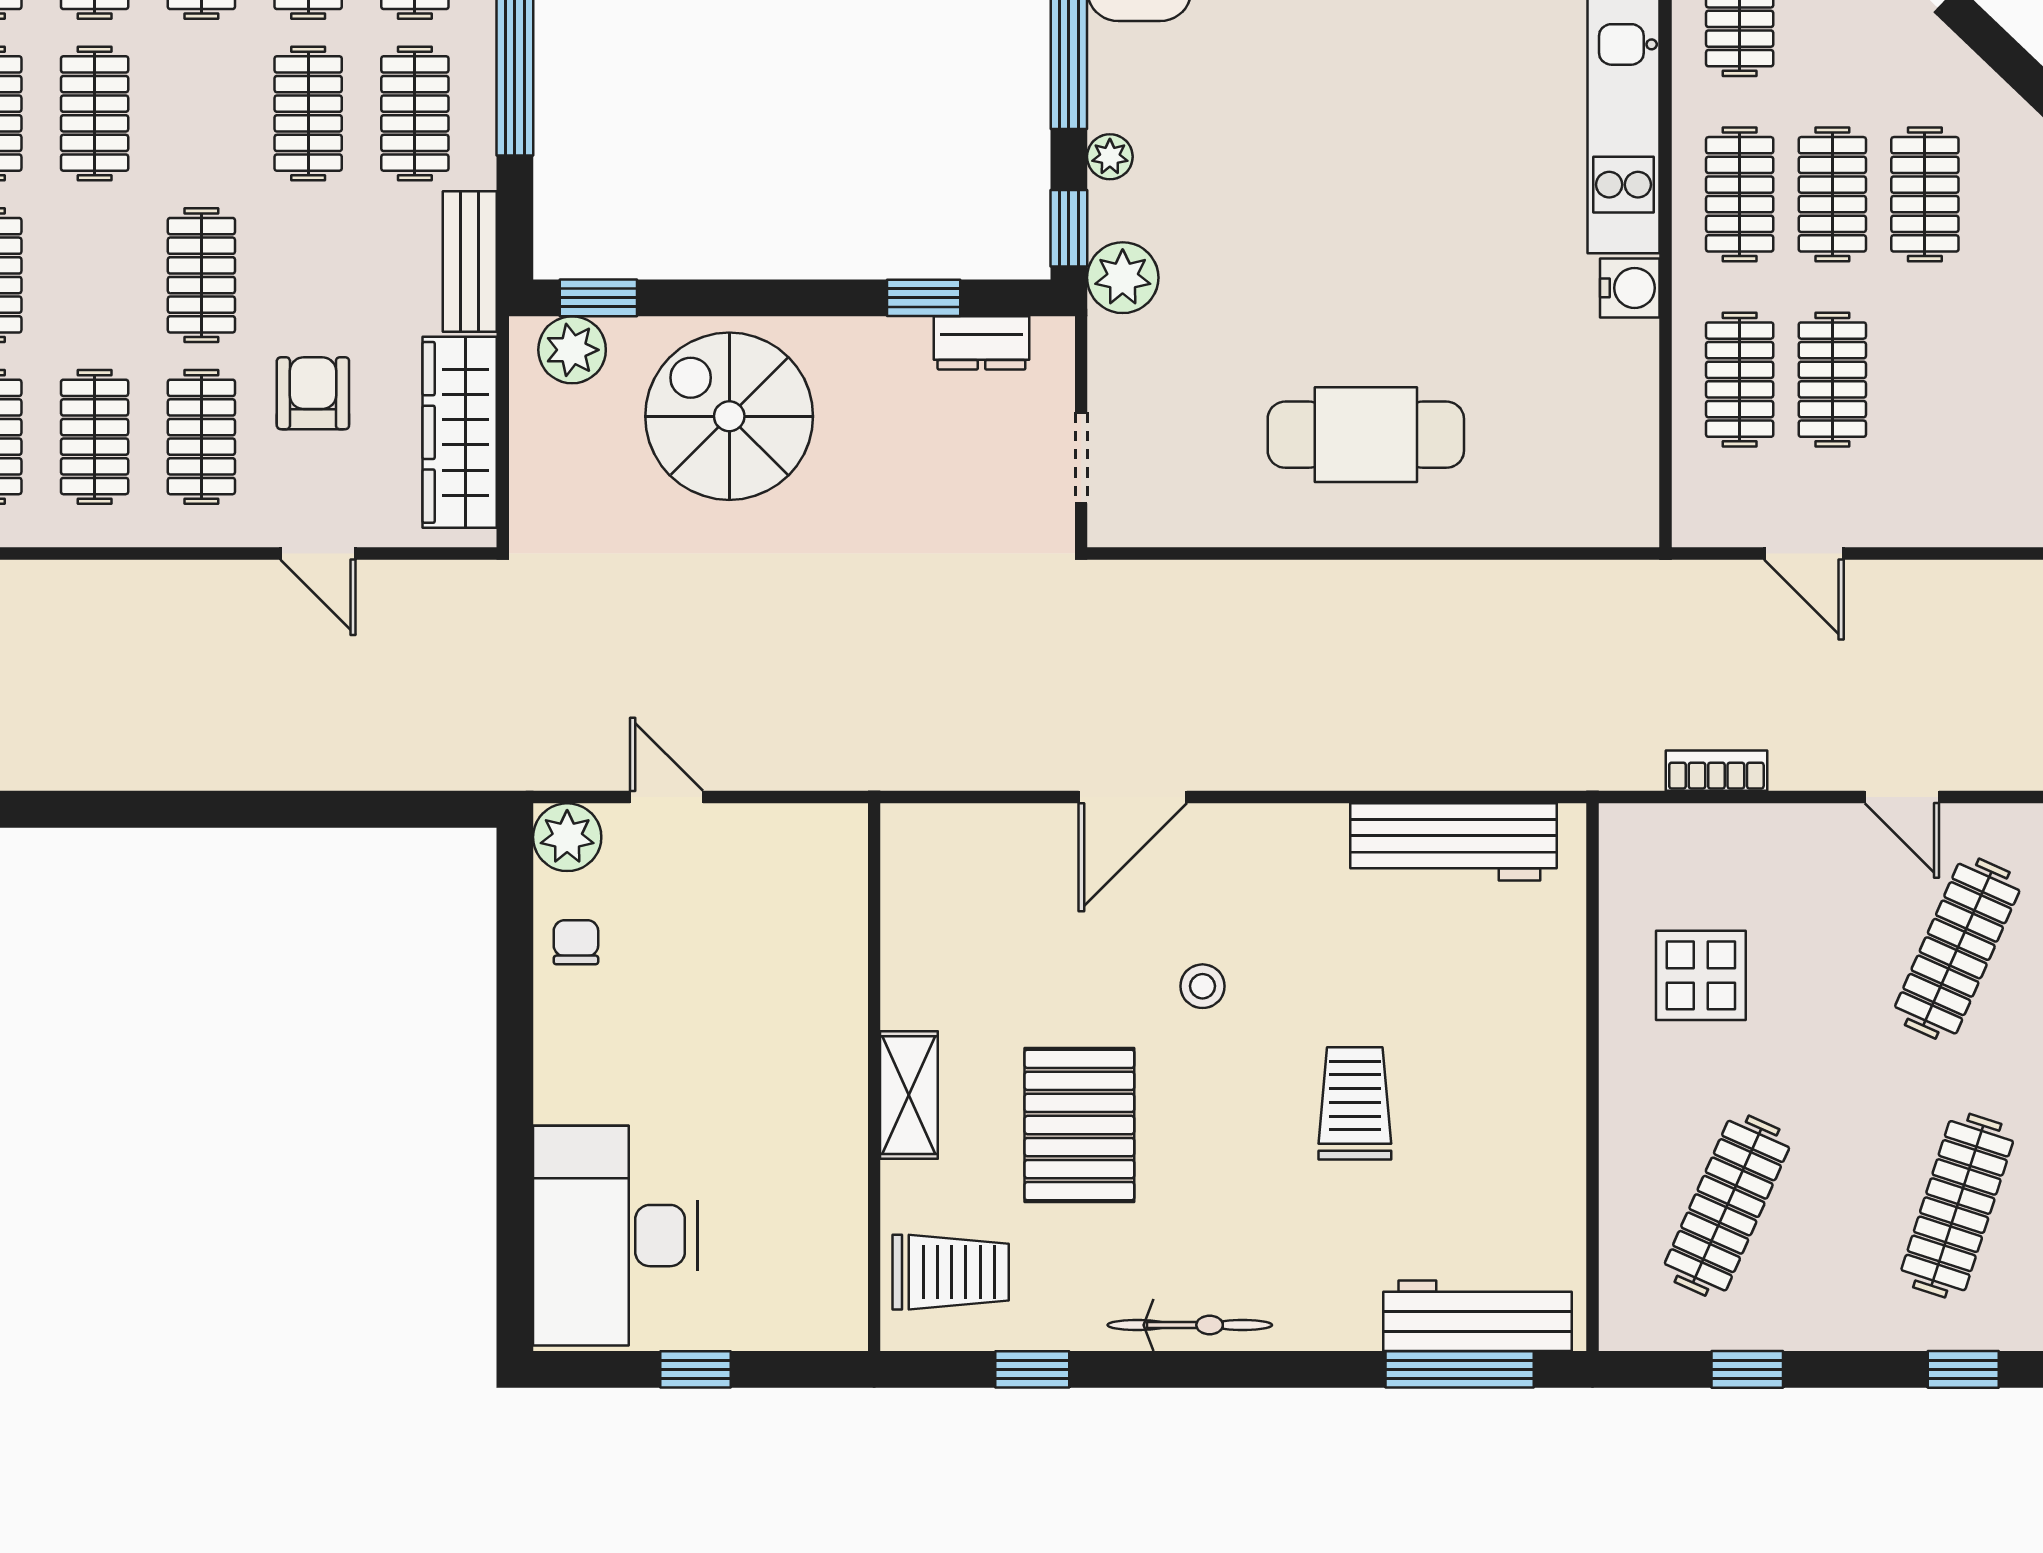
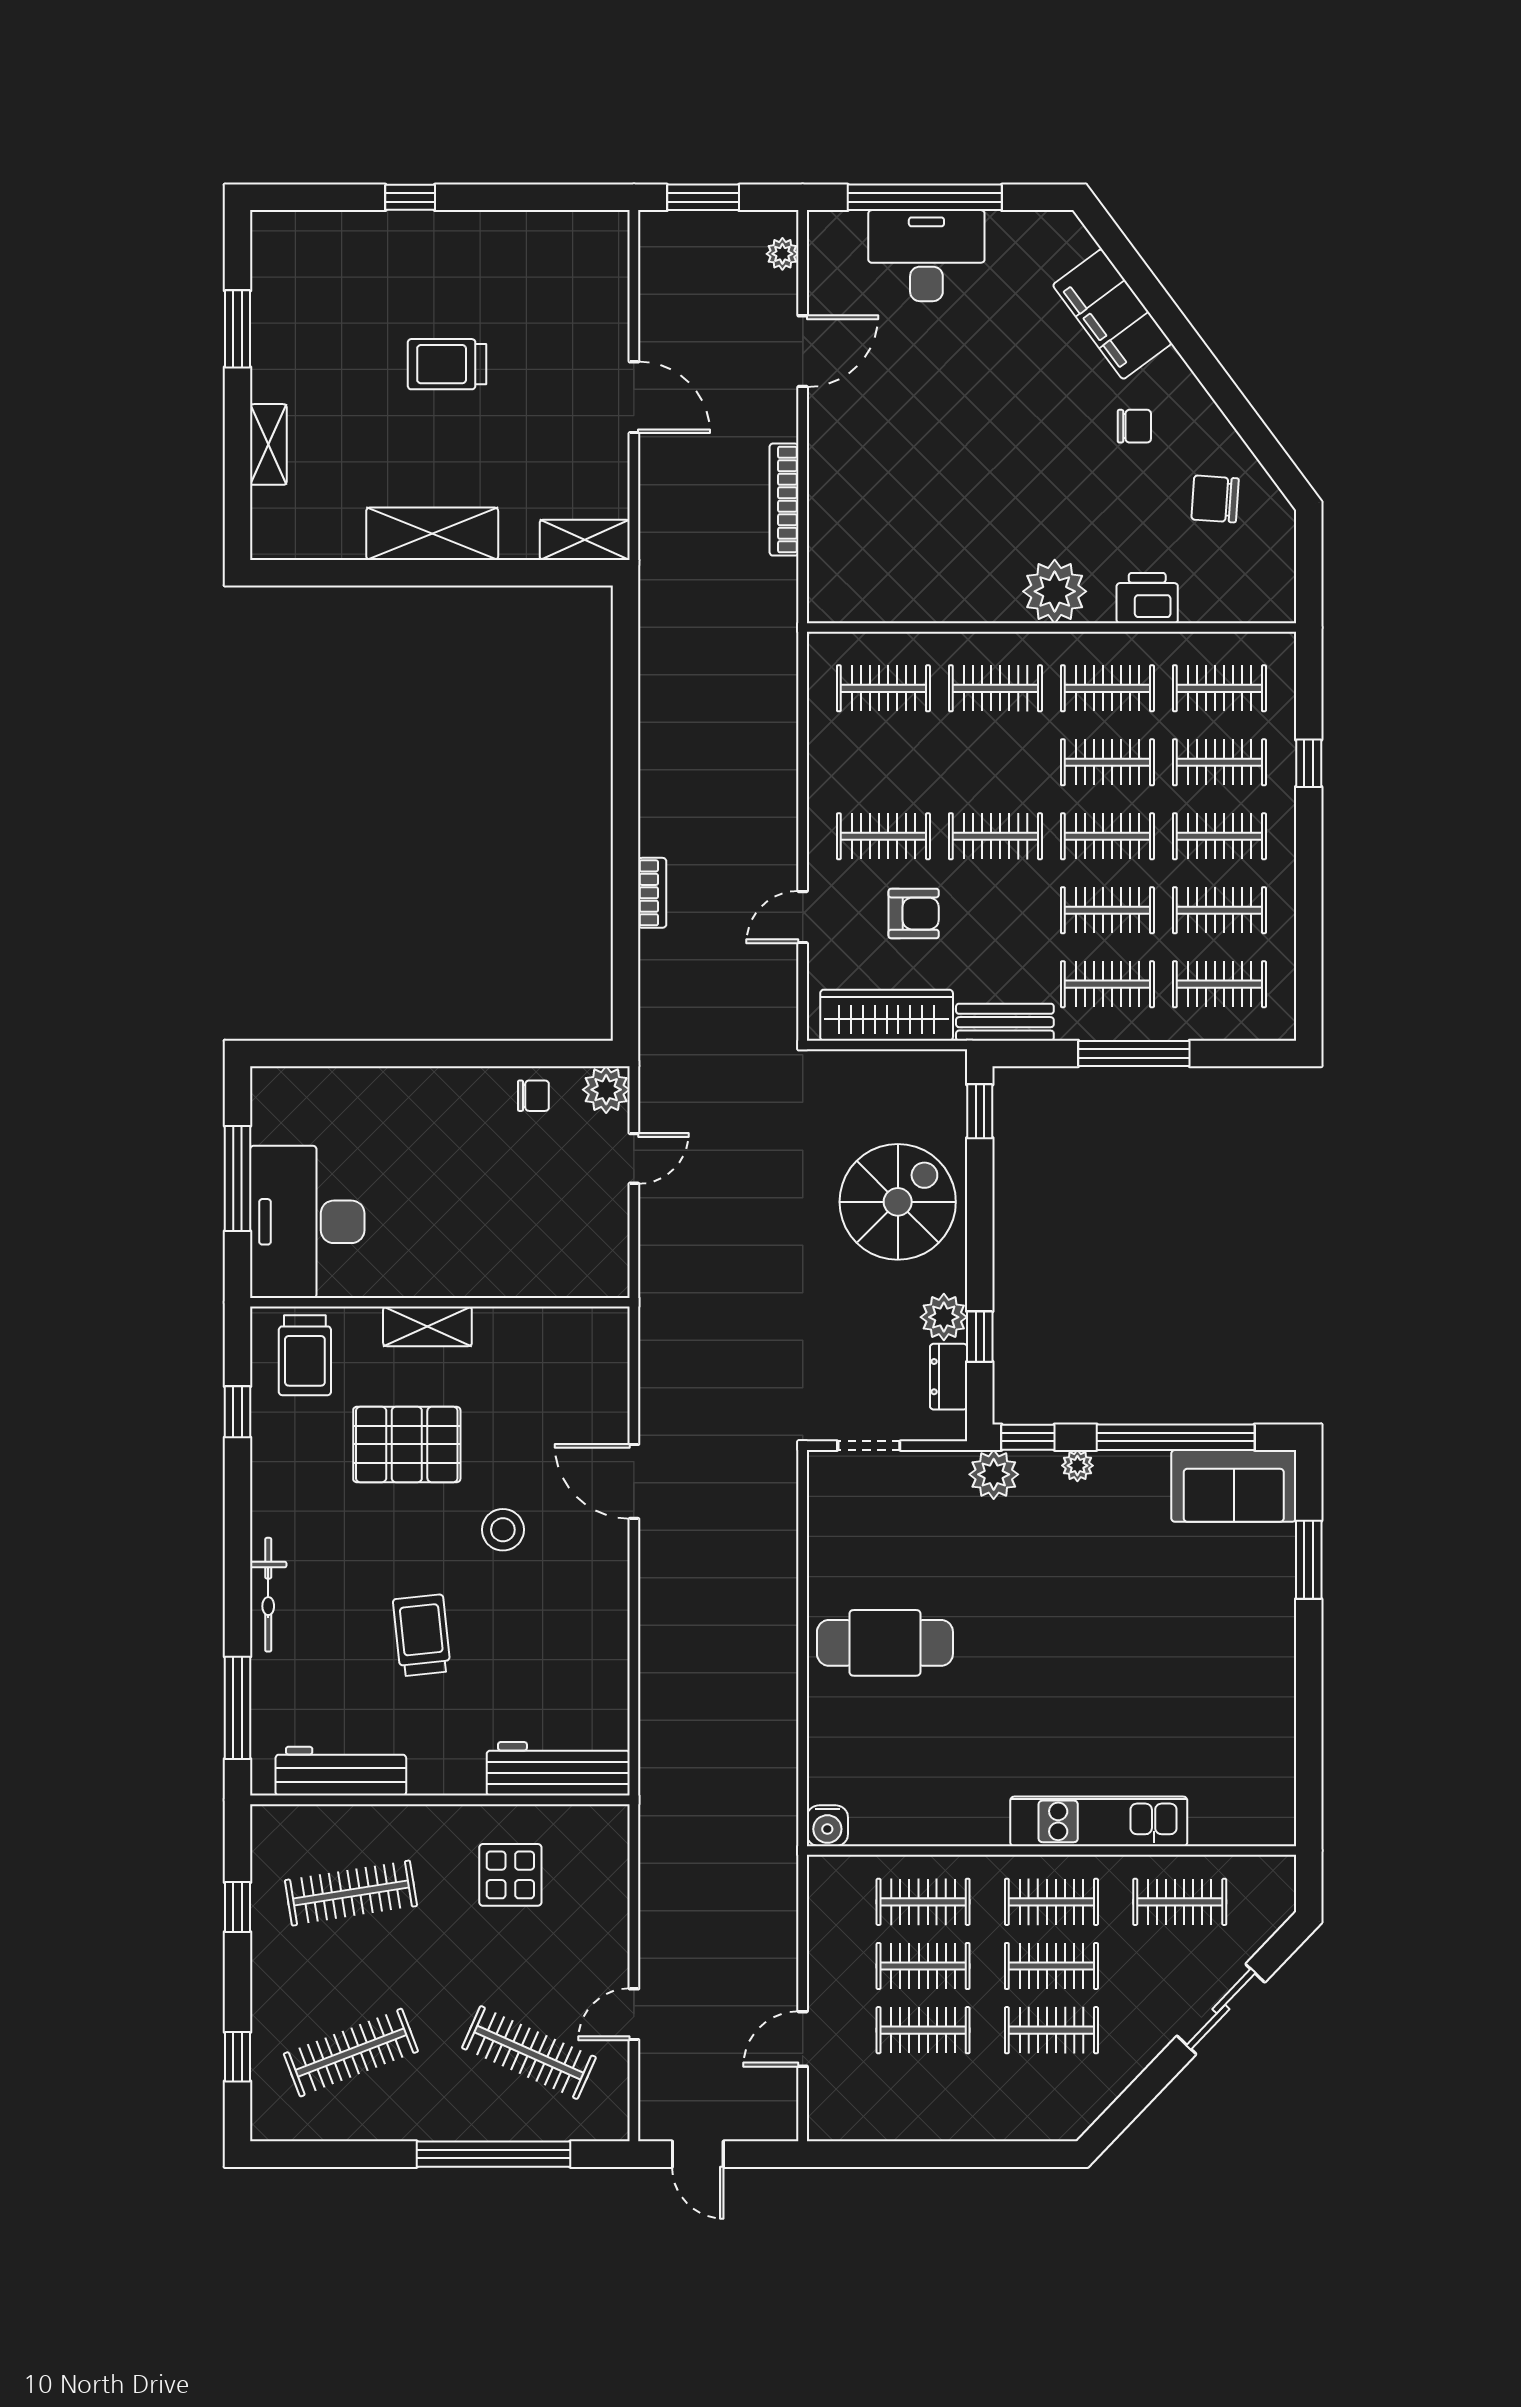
water cooler: (1630, 288) -> (827, 1826), moved
plant: (572, 350) -> (944, 1317), moved
clothes rail: (1925, 380) -> (923, 2030), added
cafe table: (1366, 435) -> (885, 1643), turned 90
clothes rail: (95, 437) -> (1107, 836), moved
door: (1804, 554) -> (803, 2039), moved
bookcase: (1716, 771) -> (652, 893), moved
workbench: (1453, 842) -> (558, 1769), moved, turned 90
stool: (1203, 986) -> (503, 1530), width x1.37, depth x1.37
trolley: (1355, 1103) -> (422, 1635), turned -96
clothes rail: (1727, 1206) -> (351, 1893), turned -33
clothes rail: (1957, 1206) -> (351, 2053), turned -39
desk: (616, 1236) -> (307, 1222), moved, turned -90
workbench: (1478, 1316) -> (341, 1771), moved, turned -90
bicycle: (1190, 1325) -> (268, 1595), moved
window: (695, 1369) -> (238, 1179), width x2.17

